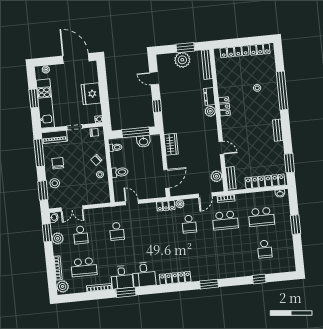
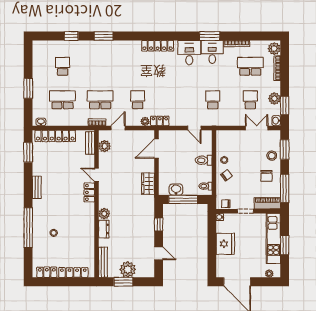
locker: (224, 106) -> (89, 192), moved
window: (209, 284) -> (104, 36), moved

